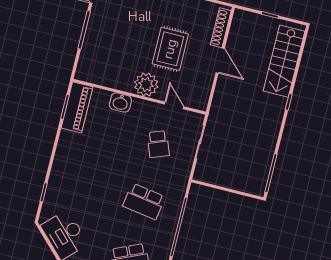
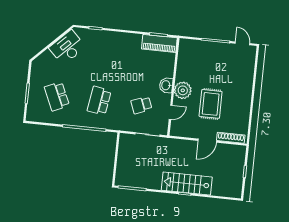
rug: (170, 49) -> (211, 104), turned 90
stairs: (284, 61) -> (187, 184), moved
washbasin: (120, 102) -> (166, 85), moved

